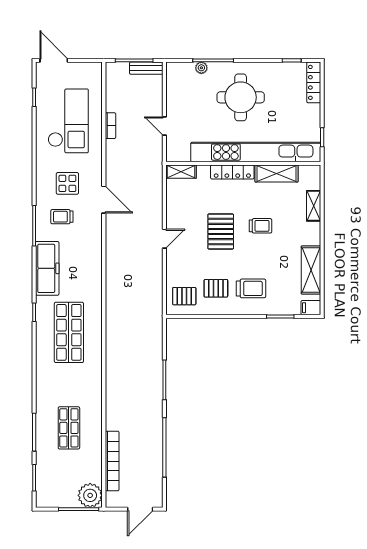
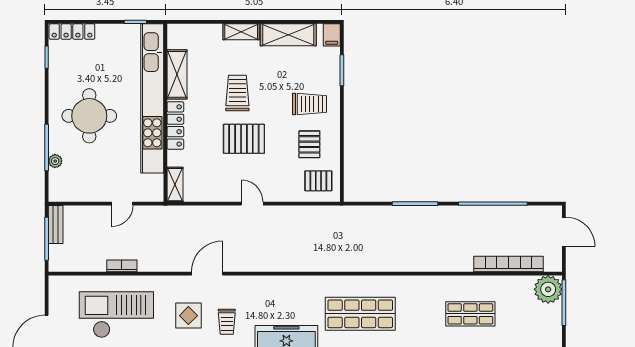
shelving: (314, 206) -> (241, 32), moved
trolley: (260, 226) -> (237, 93), width x1.36, depth x1.39
trolley: (251, 288) -> (310, 104), turned 90
pallet: (184, 296) -> (318, 181), turned 90

